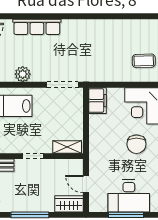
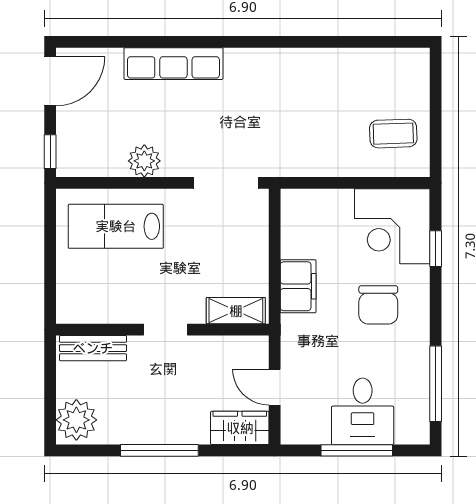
filing cabinet: (97, 101) -> (298, 286), moved
desk: (129, 196) -> (363, 411), width x0.73

